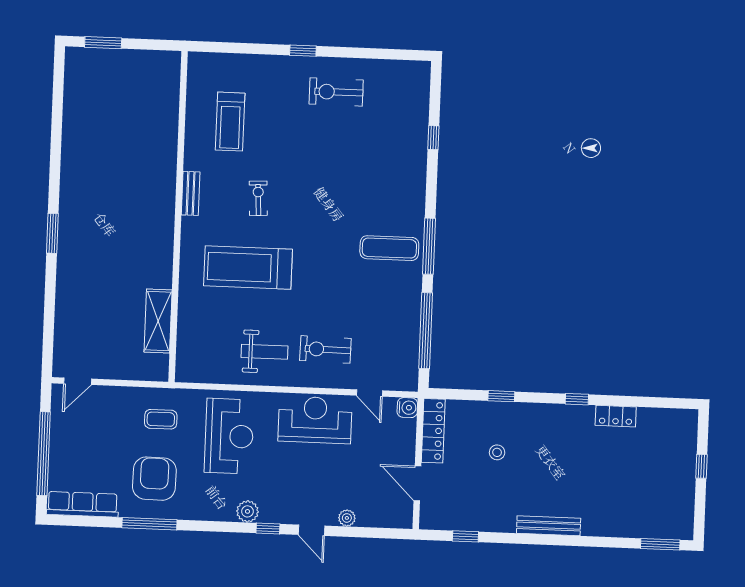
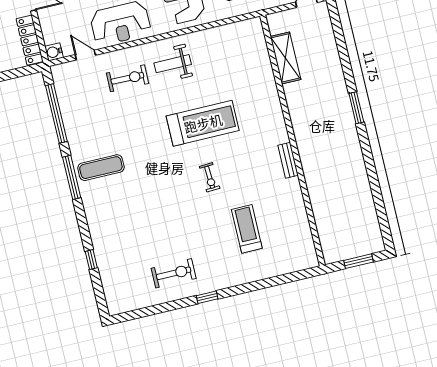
bench: (191, 193) -> (288, 160), moved
wall: (178, 216) -> (293, 140), moved
shelving: (158, 321) -> (286, 58), moved

